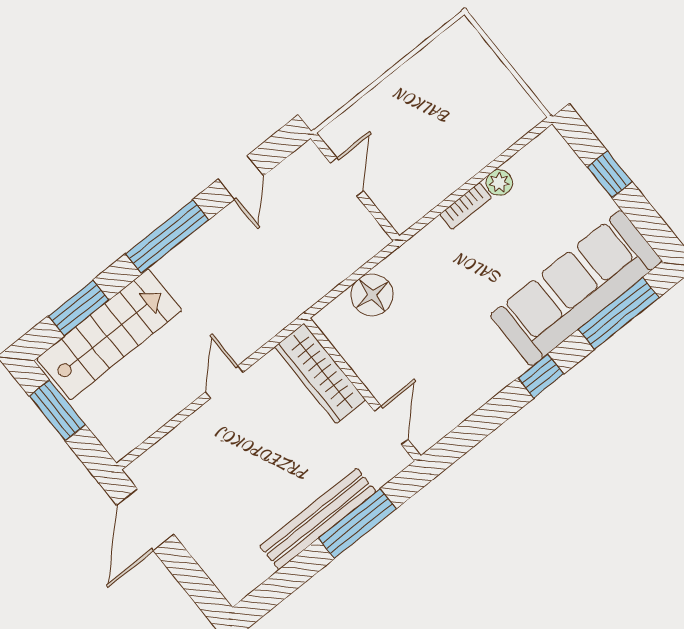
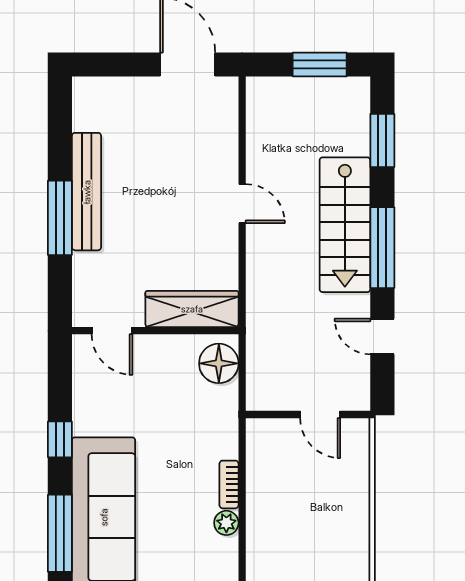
stairs: (109, 334) -> (345, 225), moved
wardrobe: (320, 373) -> (192, 309), moved
wall: (362, 389) -> (155, 331), moved
door: (391, 425) -> (112, 331), moved

